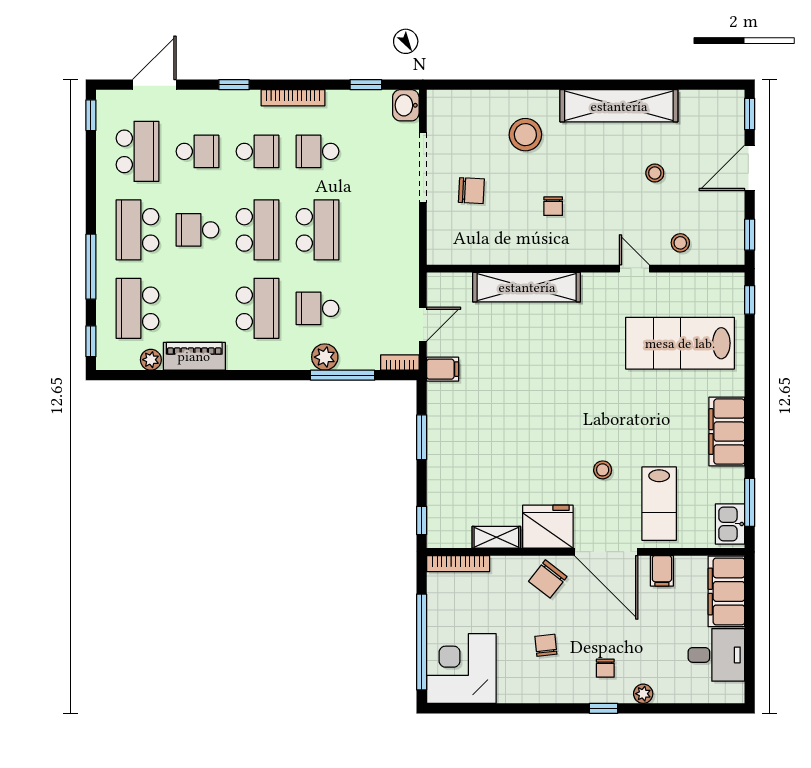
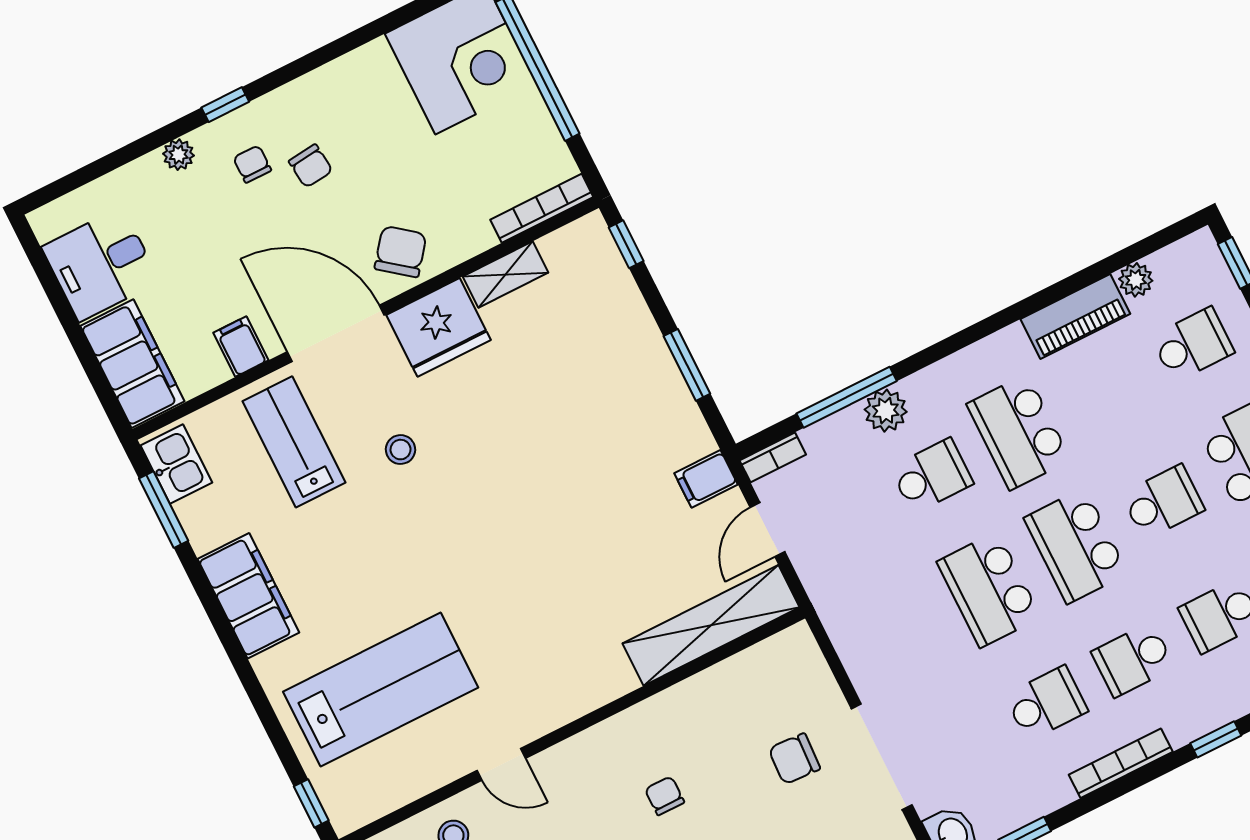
shelving: (527, 287) -> (711, 625), moved
school desk: (137, 308) -> (1193, 345), width x0.54
chair: (546, 645) -> (311, 166), moved

